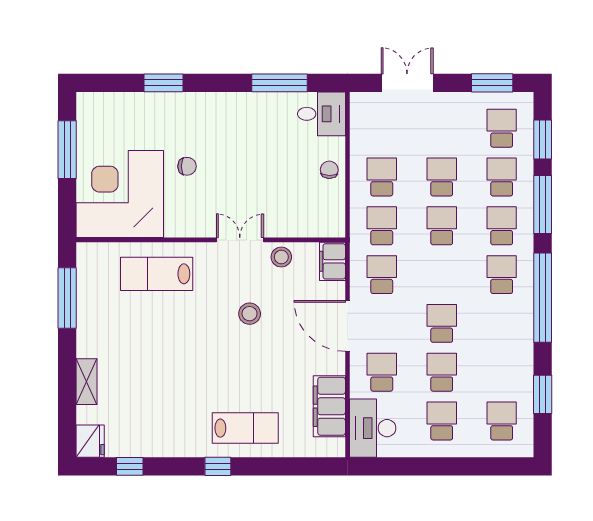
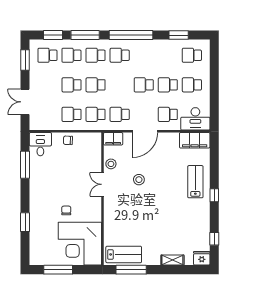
lab bench: (157, 274) -> (124, 254), moved, turned -90
filing cabinet: (329, 406) -> (195, 140), moved

